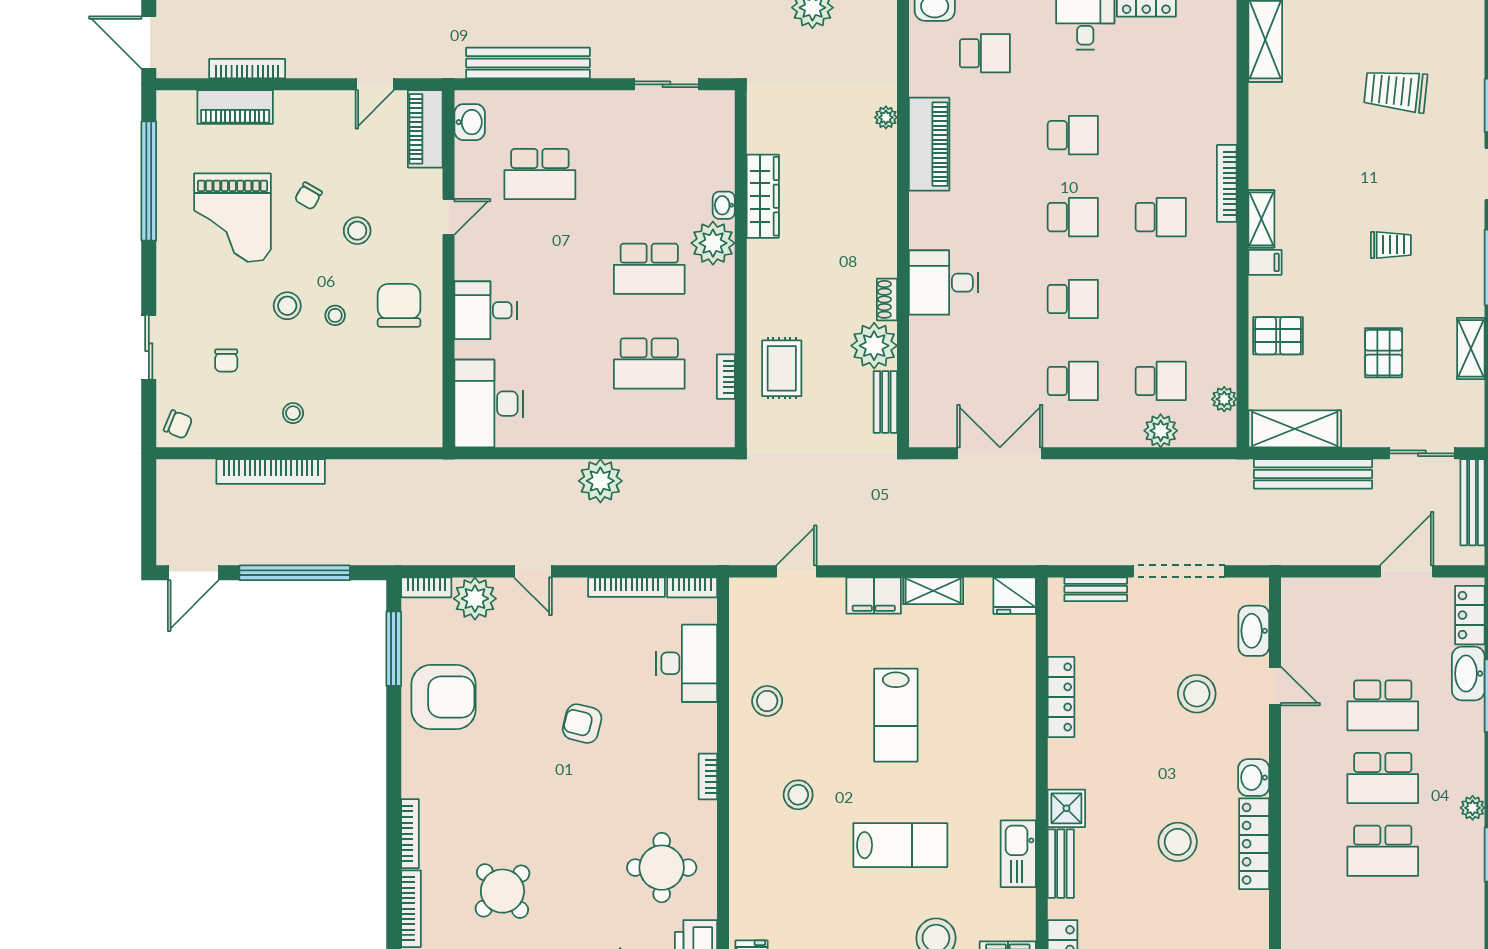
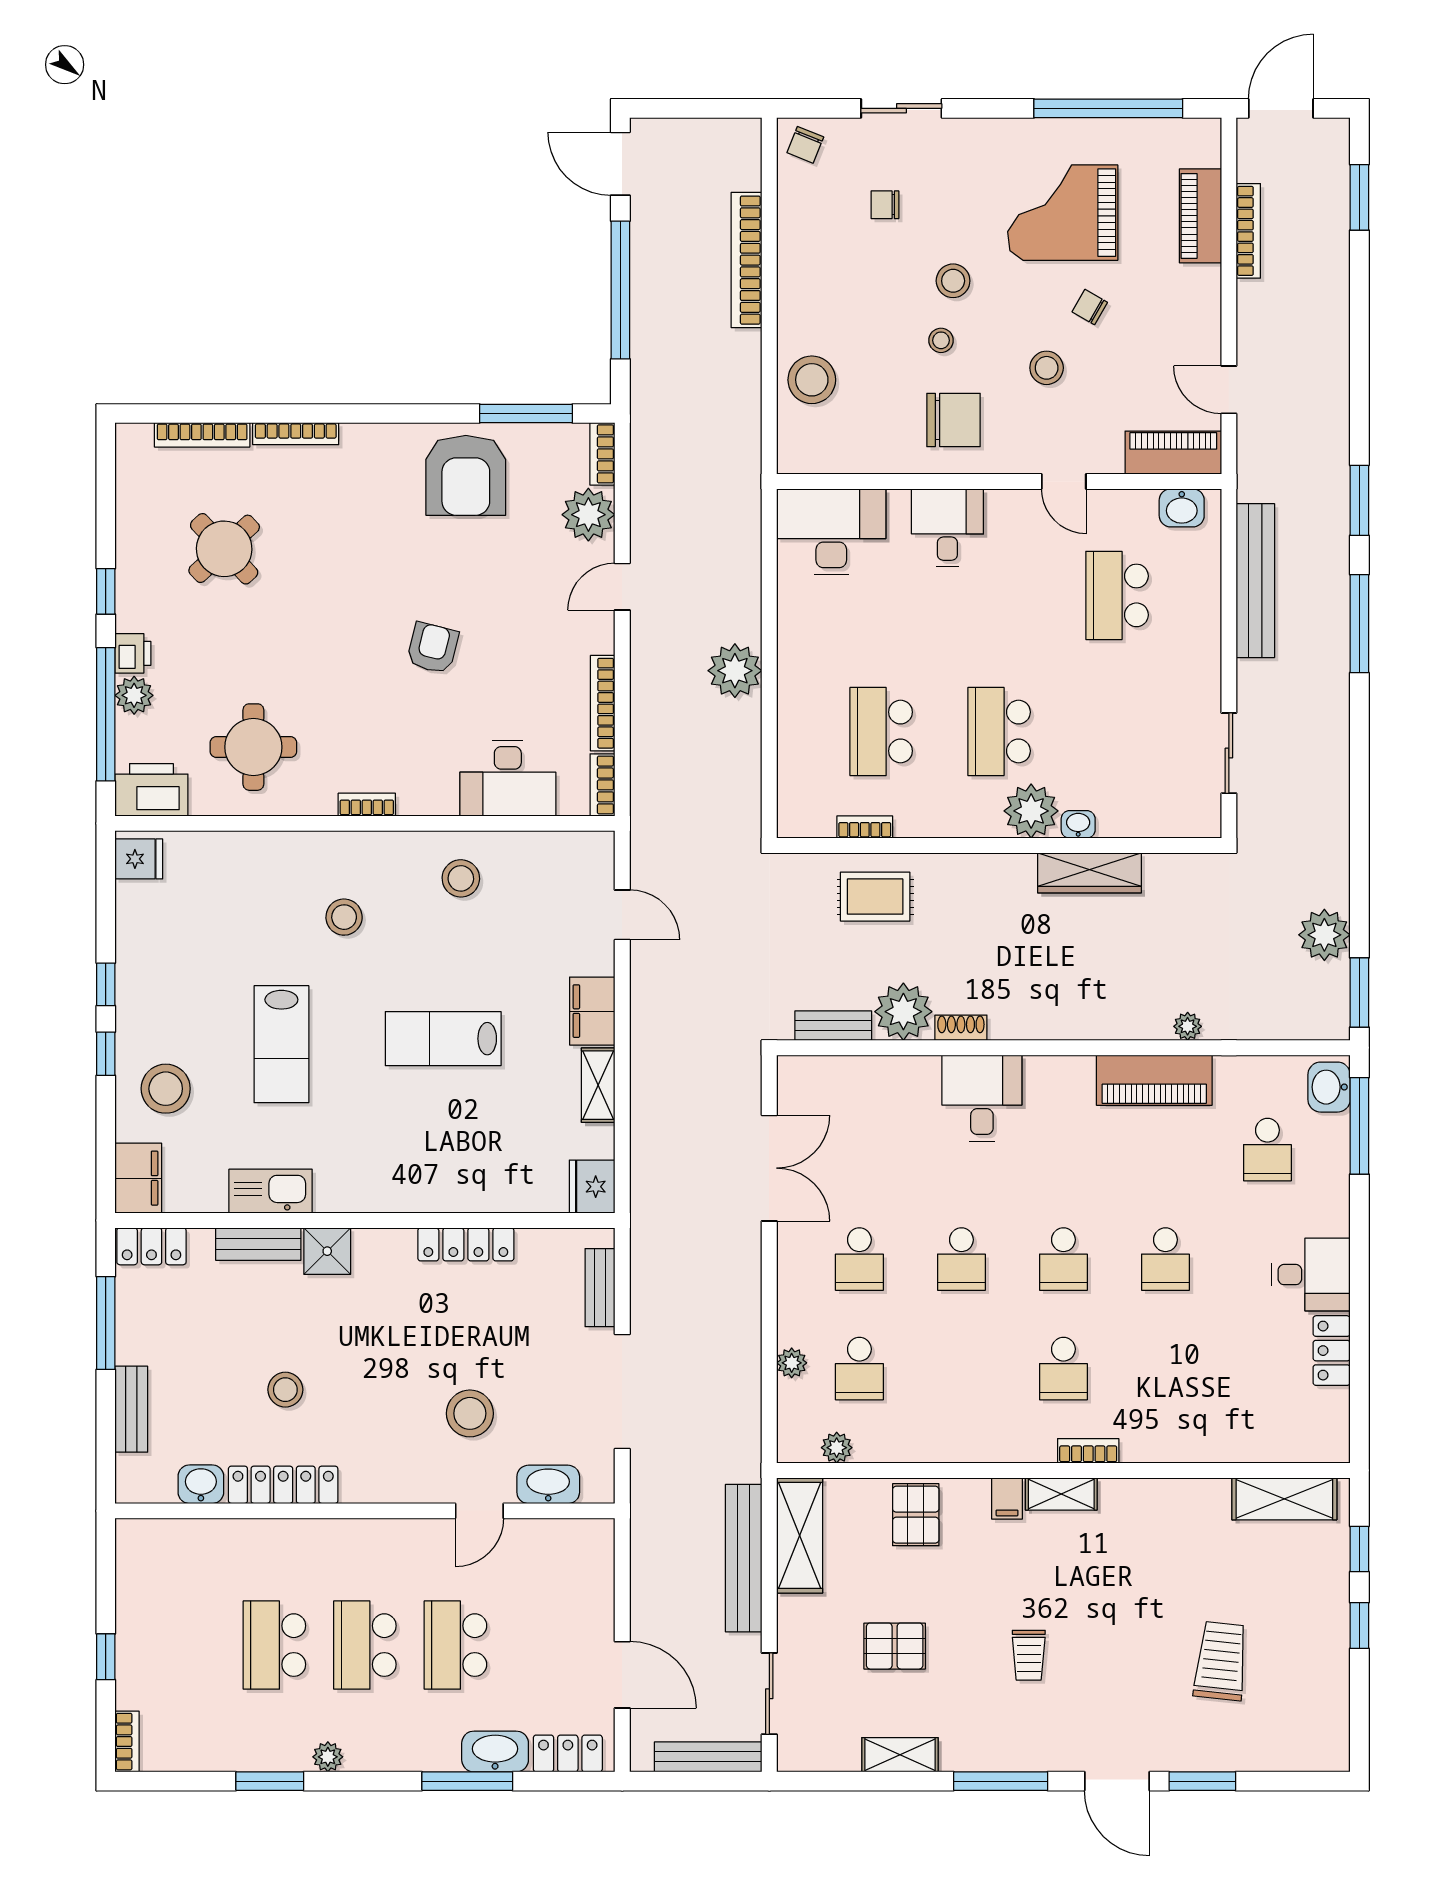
bookcase: (1227, 183) -> (1088, 1451), width x0.64
stool: (293, 413) -> (812, 380), moved, width x1.89, depth x1.89
plant: (1161, 431) -> (792, 1363), width x0.73, depth x0.73
washbasin: (1254, 778) -> (201, 1484), moved
stool: (1178, 842) -> (285, 1390), width x0.73, depth x0.73

